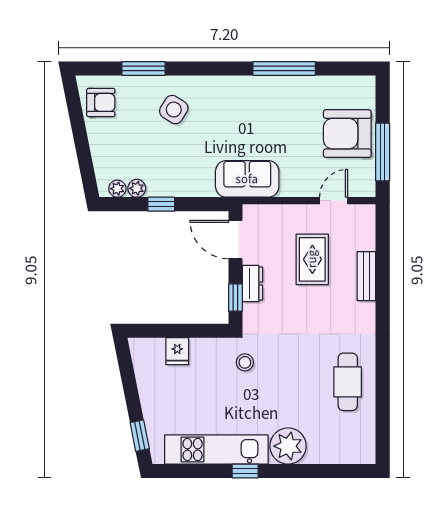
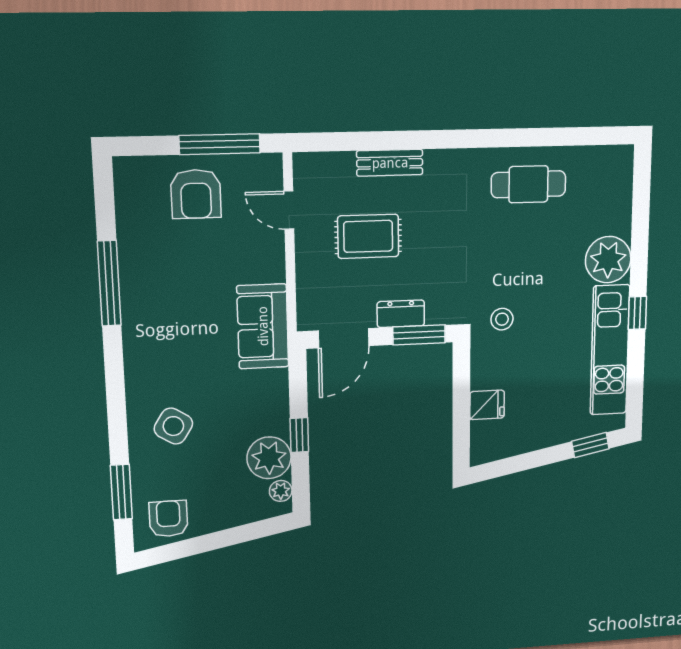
window: (144, 68) -> (121, 492), moved
armchair: (347, 134) -> (196, 194), width x0.73, depth x0.73
plant: (137, 188) -> (269, 458), width x1.88, depth x1.88
window: (235, 297) -> (419, 335), width x1.50

